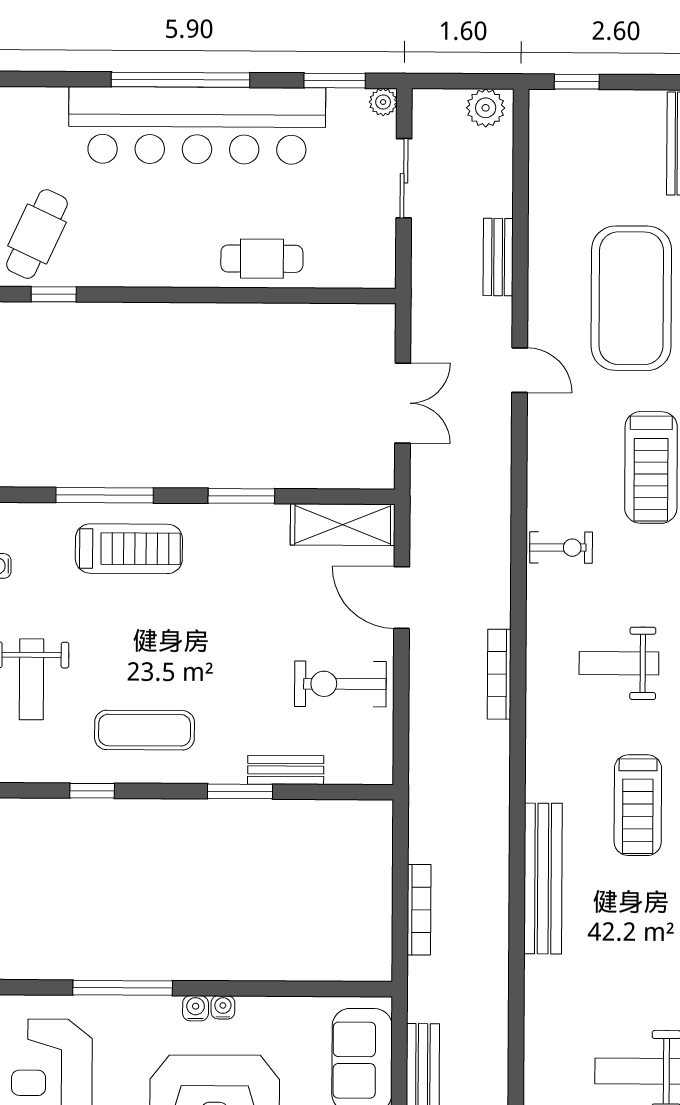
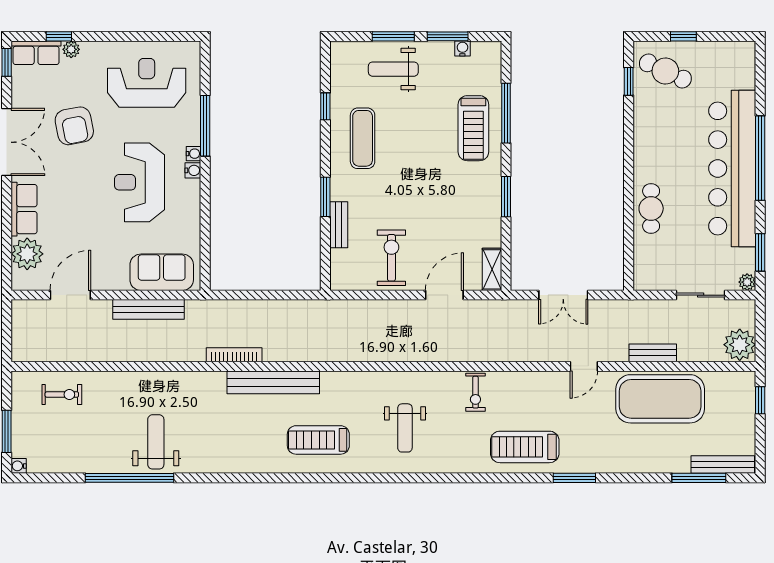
plant: (486, 108) -> (740, 345), width x1.36, depth x1.36
exercise mat: (631, 298) -> (660, 399), moved
shelving: (343, 525) -> (492, 269), width x0.67, depth x0.75
weight bench: (619, 663) -> (405, 428), turned 180
bookcase: (499, 674) -> (398, 355), removed
bookcase: (419, 910) -> (234, 355), moved, turned 180
water cooler: (223, 1007) -> (193, 154), moved

